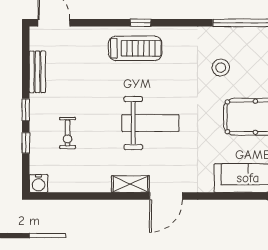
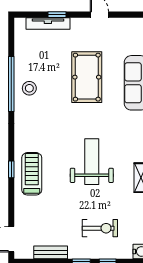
stool: (221, 68) -> (29, 88), moved
exercise bike: (68, 133) -> (100, 228), width x1.38, depth x1.39

